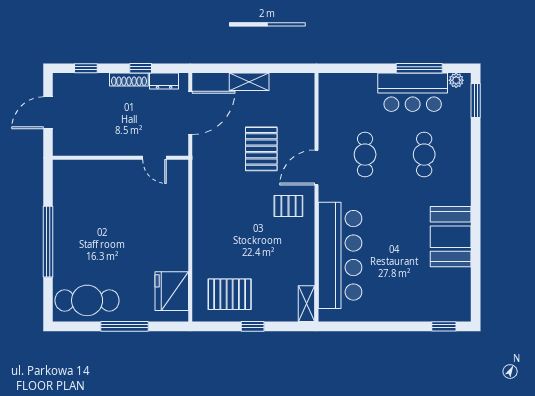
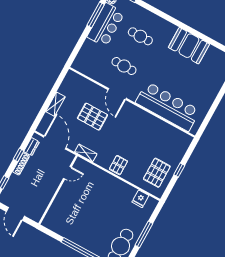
pallet: (288, 206) -> (118, 165), moved
fridge: (172, 291) -> (140, 199), width x0.53, depth x0.75
shelving: (306, 304) -> (86, 153), moved

